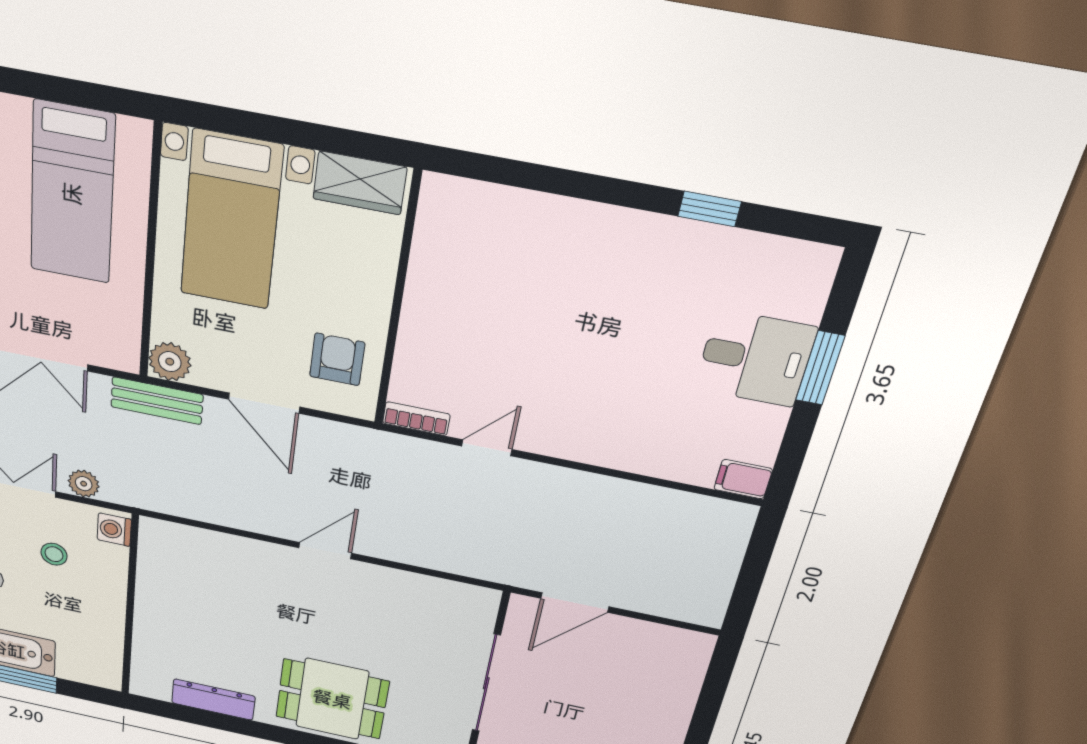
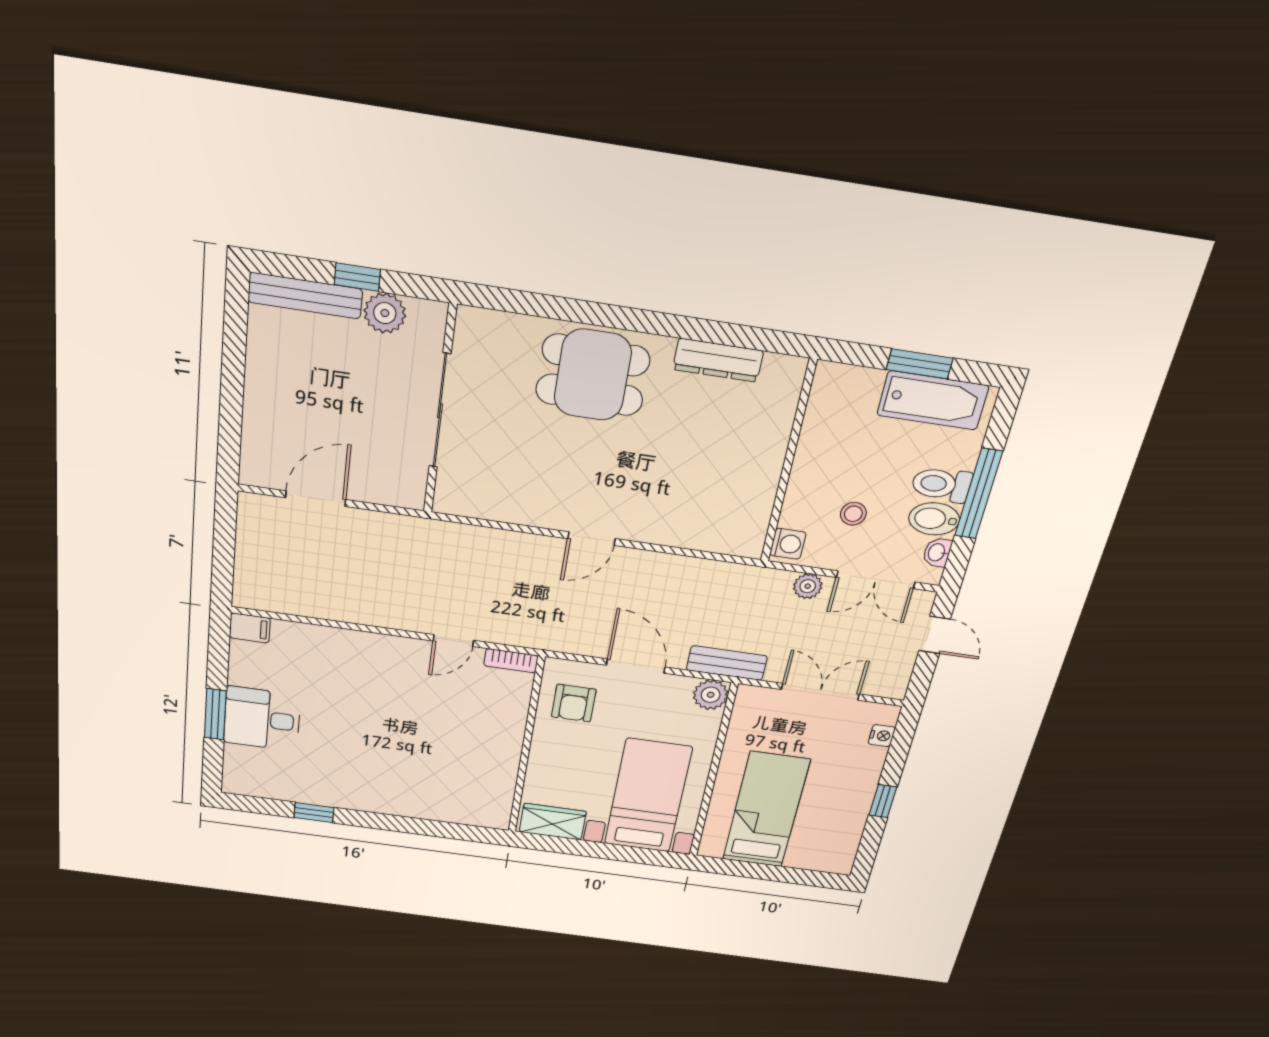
door: (575, 602) -> (316, 499), moved

